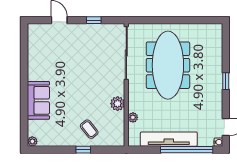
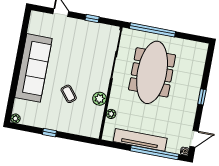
window: (160, 20) -> (152, 30), added
sofa: (38, 100) -> (33, 68), width x1.85, depth x1.27
coffee table: (89, 129) -> (69, 94), moved
window: (83, 150) -> (49, 133), moved

